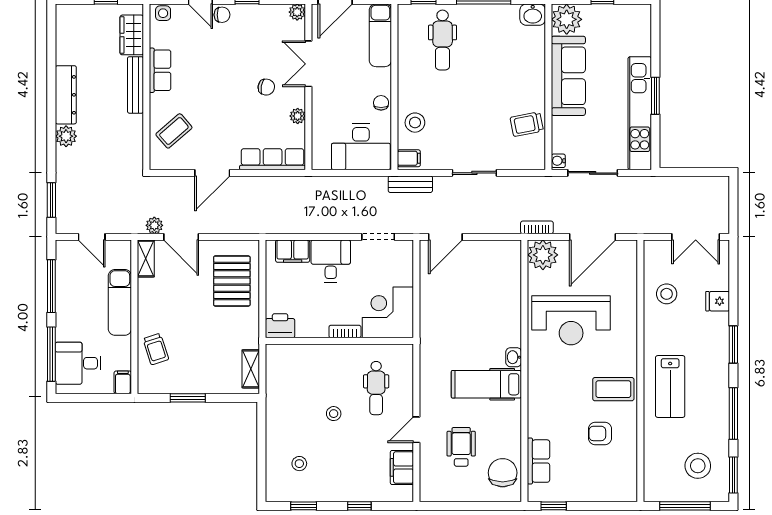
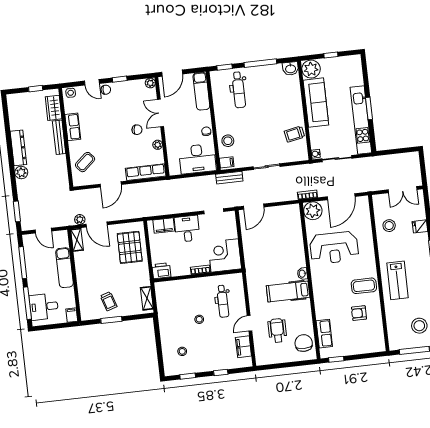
trolley: (156, 349) -> (109, 301), moved

